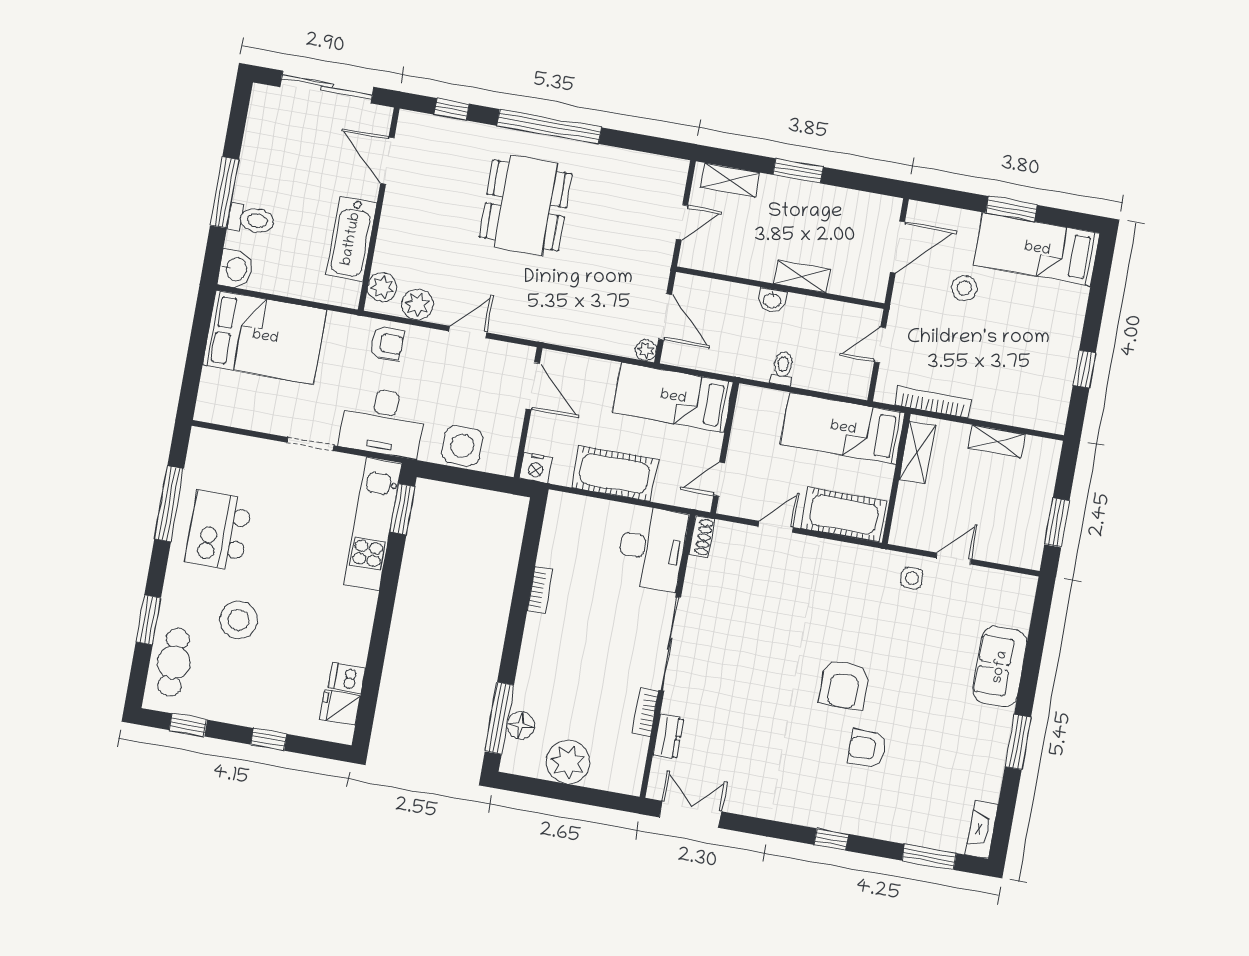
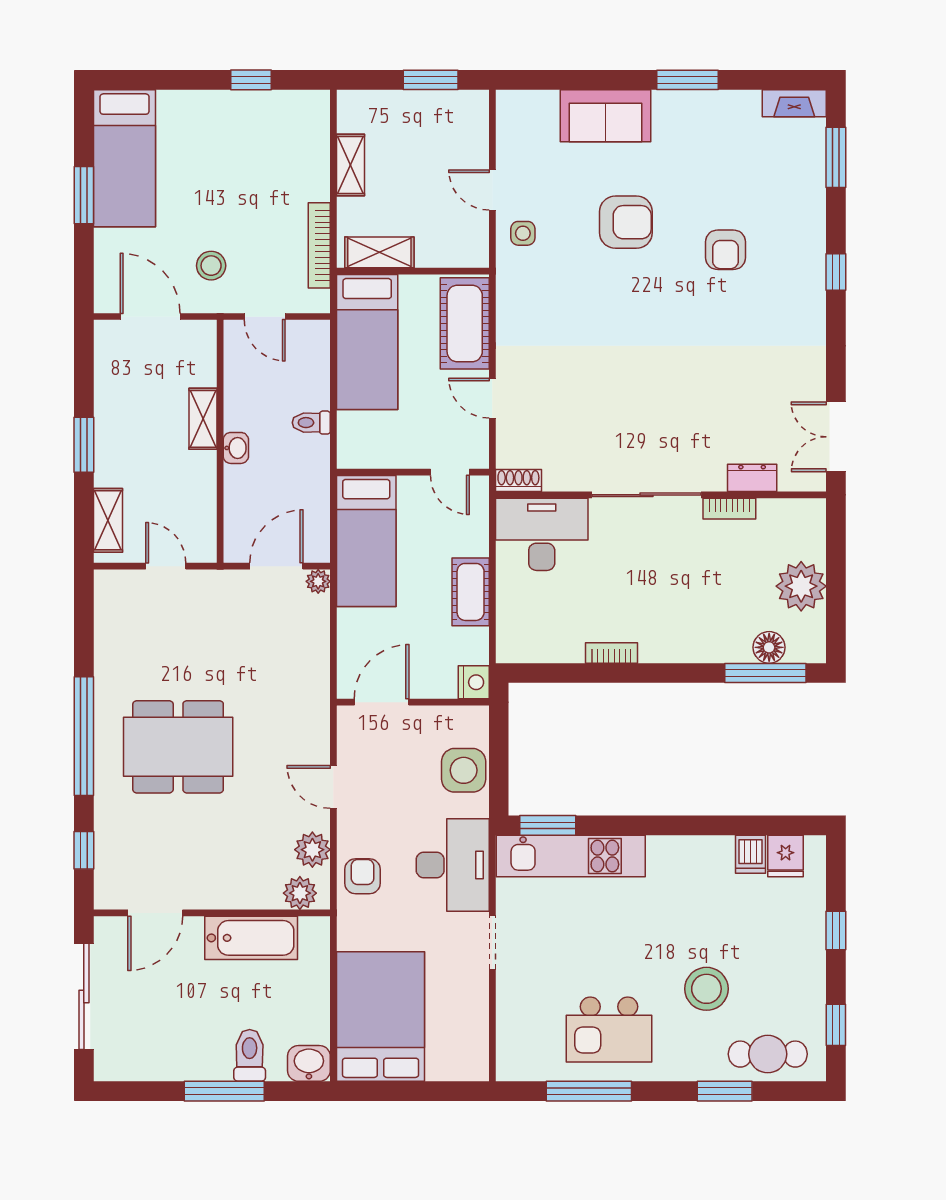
stool: (964, 288) -> (211, 266), moved
cot: (614, 473) -> (471, 592), width x0.73, depth x0.75
armchair: (844, 684) -> (626, 222), moved

